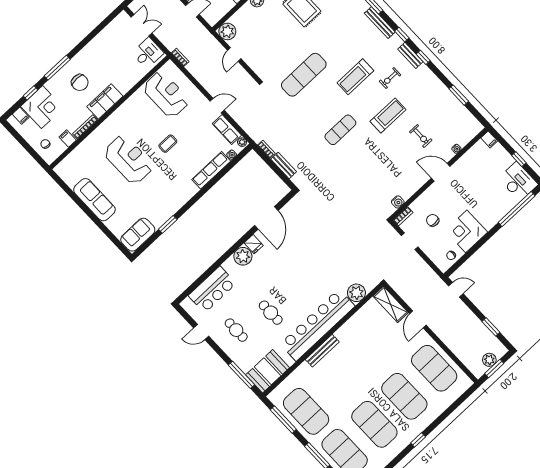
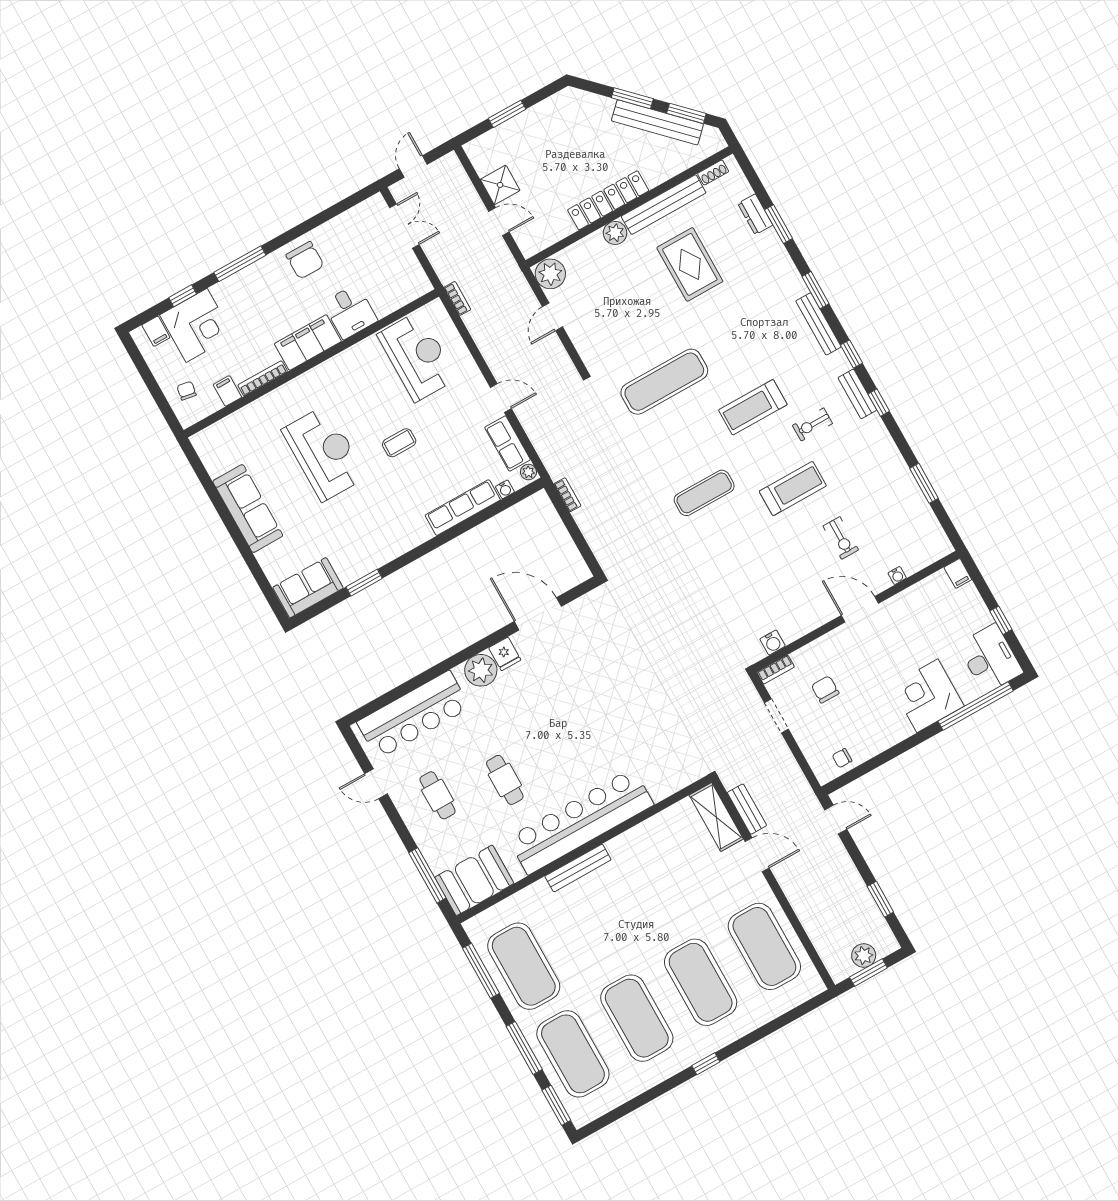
desk: (148, 53) -> (350, 312), moved, turned 90
chair: (80, 83) -> (305, 260), moved
bench: (284, 165) -> (747, 809), moved
door: (266, 218) -> (538, 614), swing flipped
corner desk: (466, 231) -> (927, 696), moved
bar counter: (212, 290) -> (414, 715), width x1.36
plant: (356, 293) -> (662, 782), removed
door: (418, 319) -> (757, 855), swing flipped

